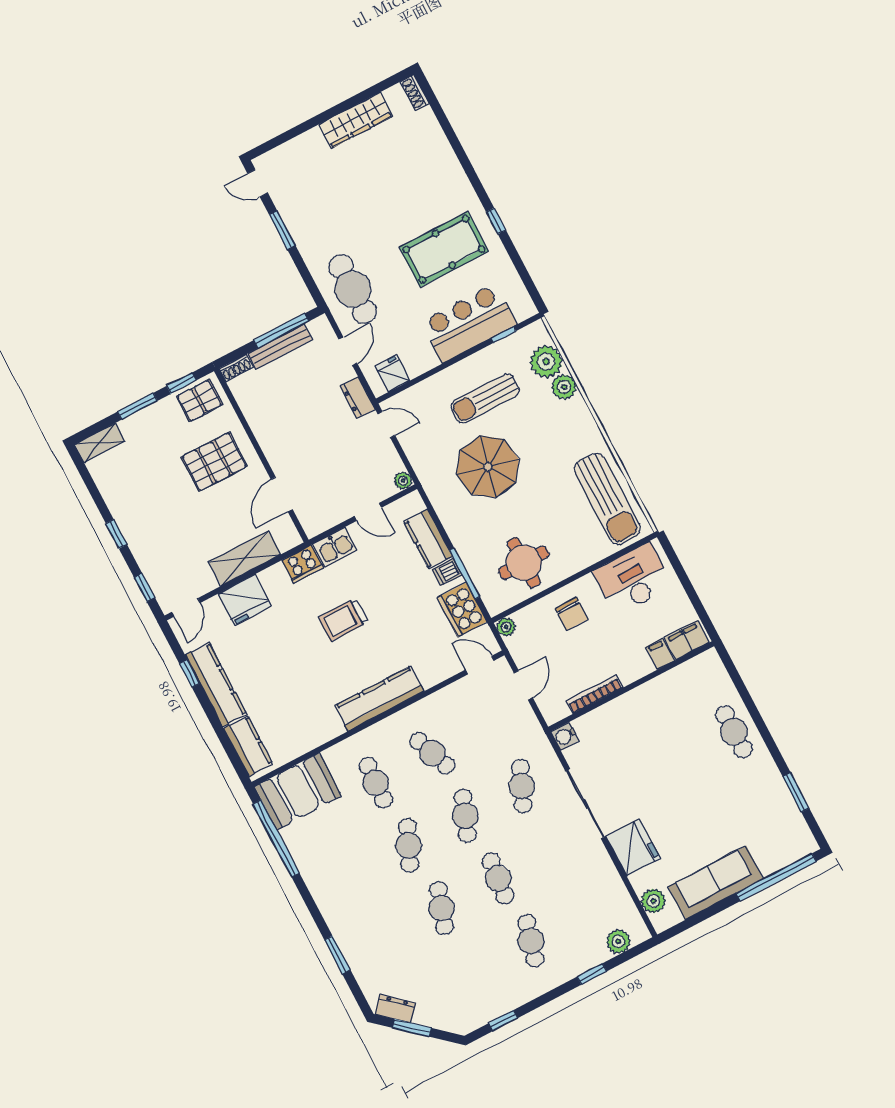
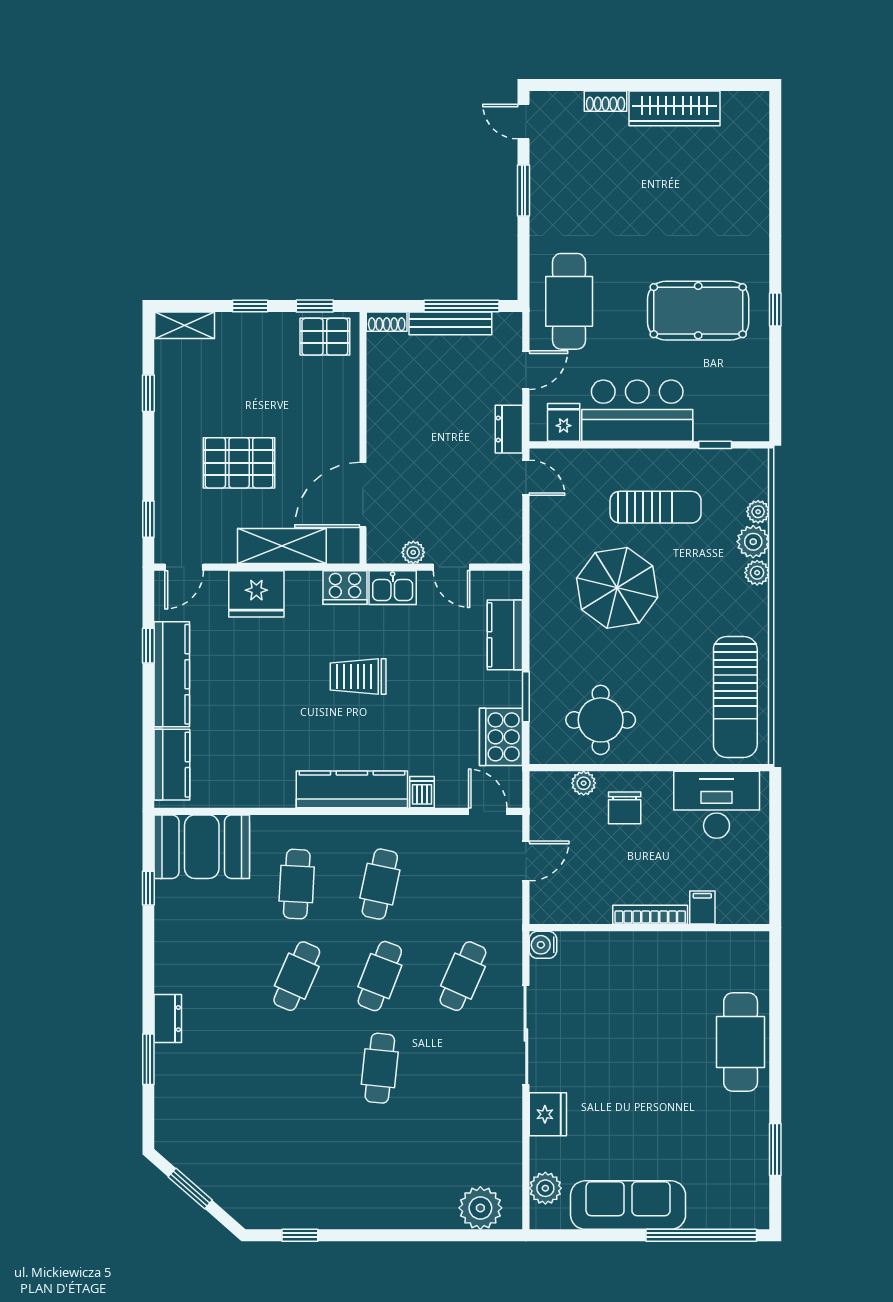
shoe rack: (415, 93) -> (606, 101), moved, turned -90
bar counter: (469, 323) -> (637, 411), moved
plant: (546, 362) -> (758, 512), width x0.53, depth x0.53
sun lounger: (485, 398) -> (656, 507), turned 180
window: (138, 406) -> (250, 306), width x0.67
plant: (578, 407) -> (757, 573), added
pallet: (214, 462) -> (239, 463), moved
plant: (403, 481) -> (413, 552), moved
door: (282, 494) -> (363, 495), width x1.36
window: (116, 534) -> (148, 393), moved
dishwasher: (447, 572) -> (422, 792), moved, turned 90
window: (465, 574) -> (526, 697), width x0.69
plant: (506, 627) -> (584, 783), moved
filing cabinet: (687, 640) -> (742, 908), removed
bookcase: (595, 694) -> (650, 915), moved
cafe table: (734, 732) -> (741, 1042), width x1.37, depth x1.35
cafe table: (432, 753) -> (380, 884), turned 33
window: (276, 838) -> (148, 888), width x0.32
fridge: (633, 847) -> (548, 1114), width x0.73, depth x0.75
cafe table: (441, 908) -> (297, 1068), removed
cafe table: (531, 941) -> (380, 1160), removed
plant: (618, 941) -> (480, 1208), width x1.36, depth x1.36
window: (592, 974) -> (430, 1235), removed
dresser: (395, 1009) -> (168, 1019), moved, turned 49

